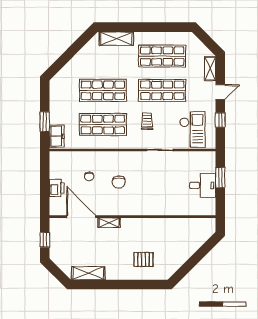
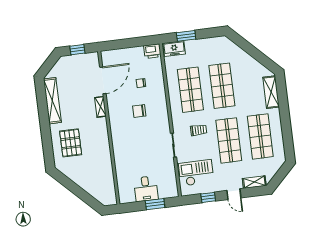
checkout: (192, 129) -> (196, 173), turned 180
printer: (57, 188) -> (152, 51), moved
pallet: (143, 259) -> (71, 143), width x1.50, depth x1.42
shelving: (88, 273) -> (52, 101), width x1.47

